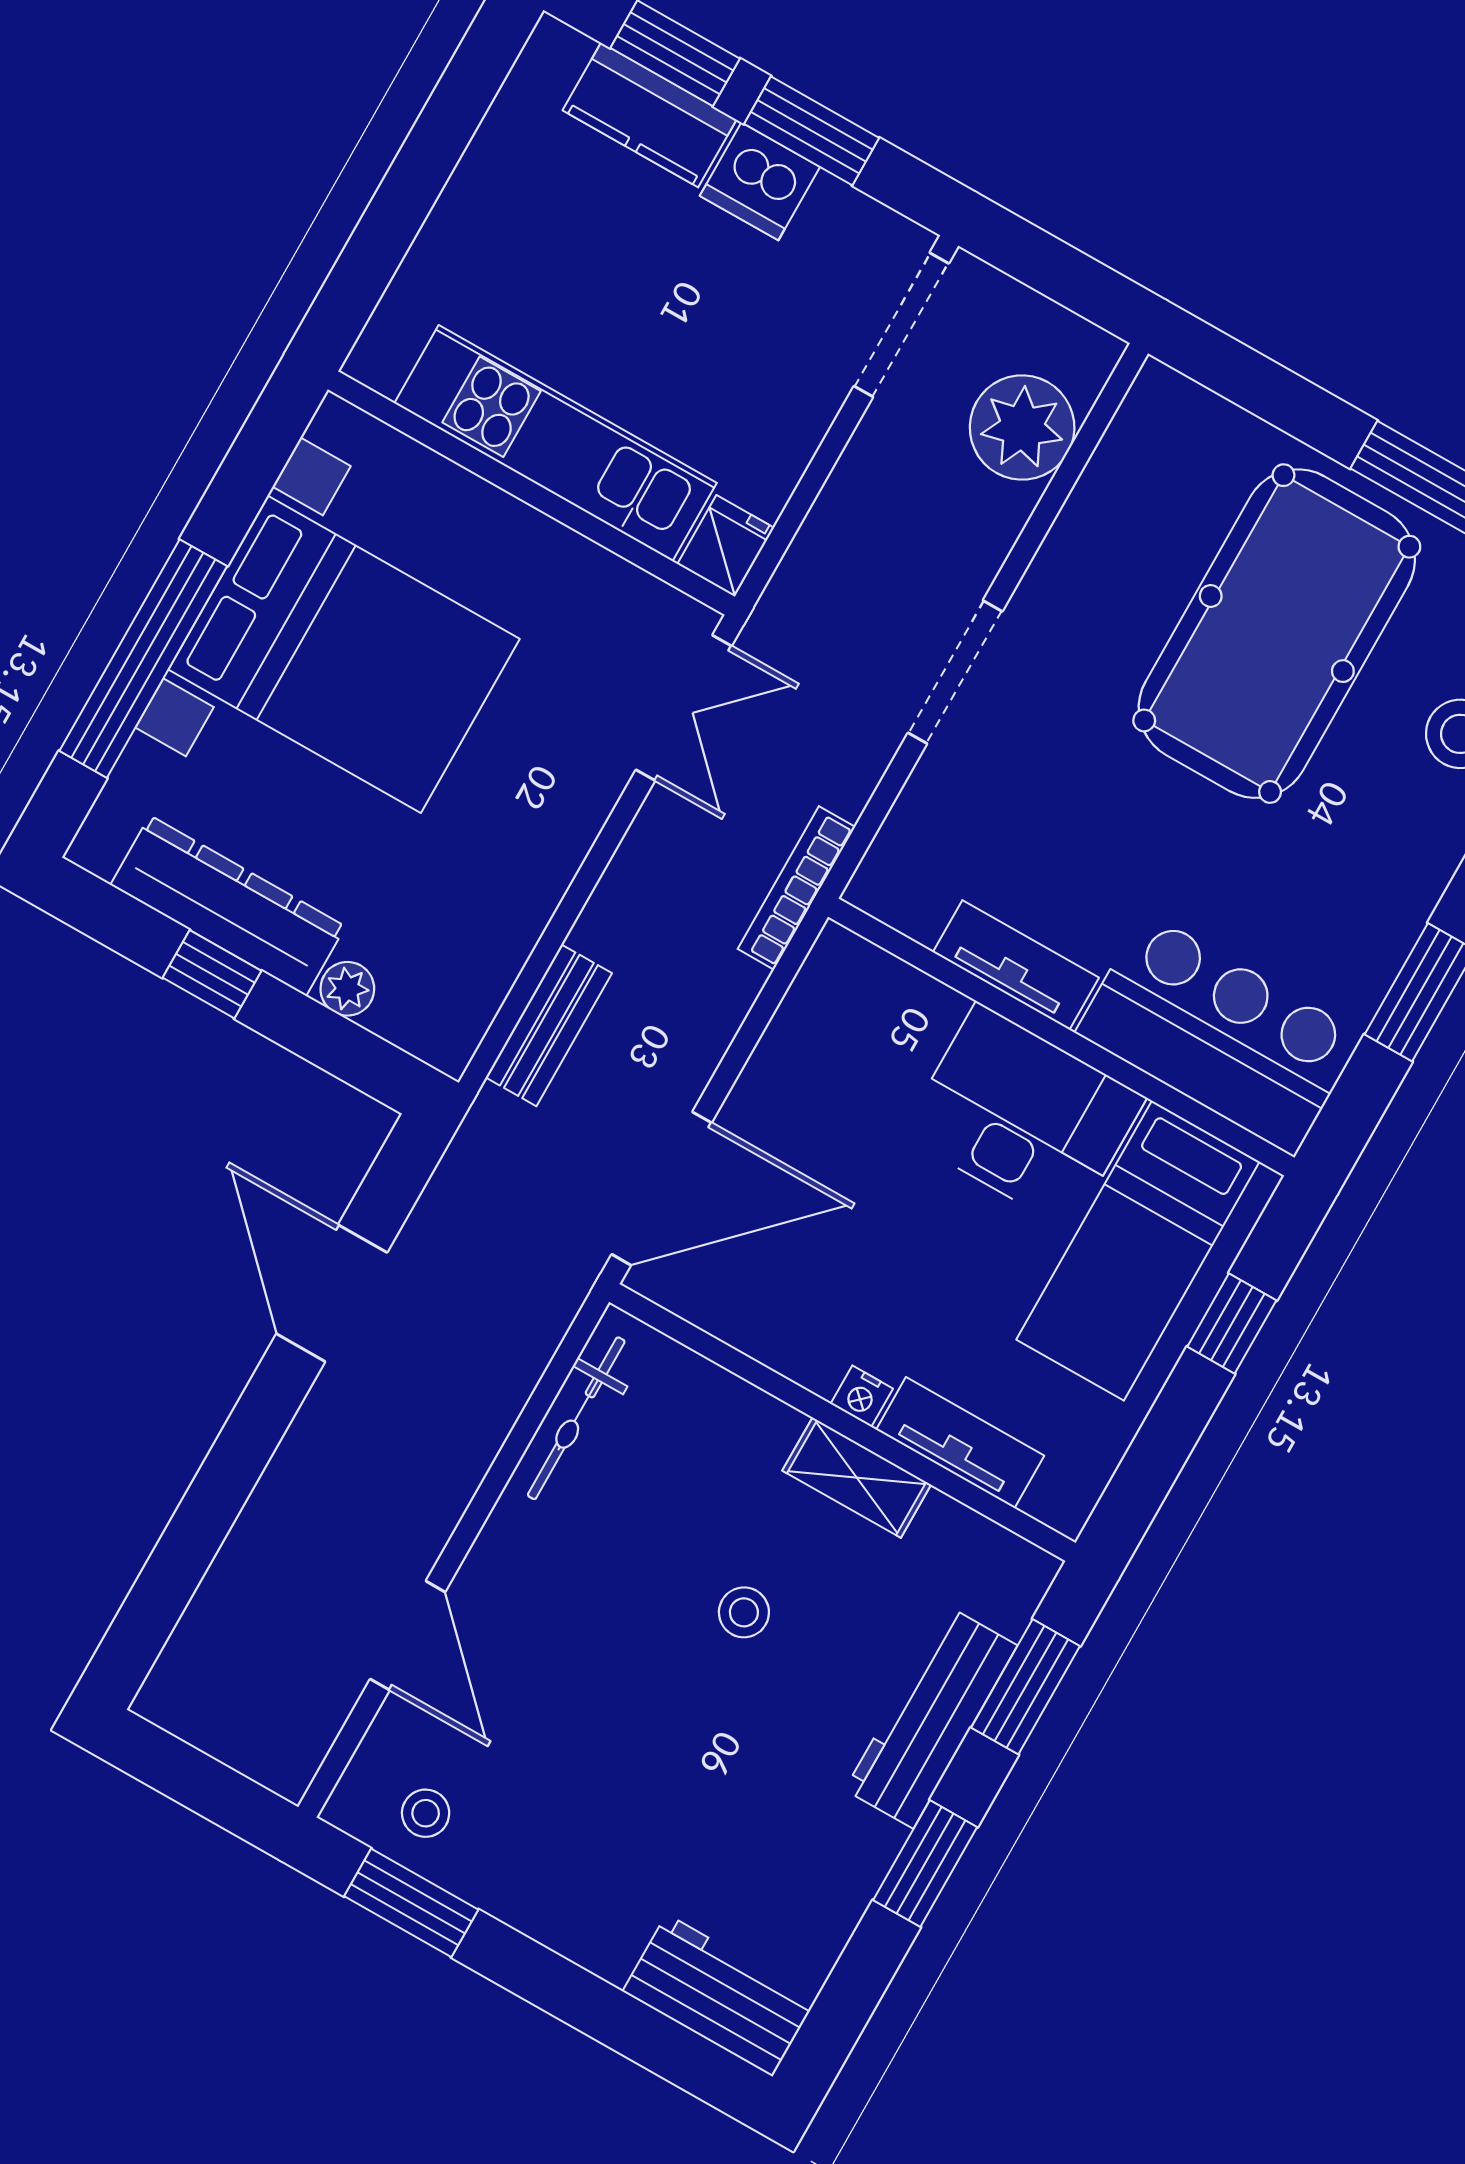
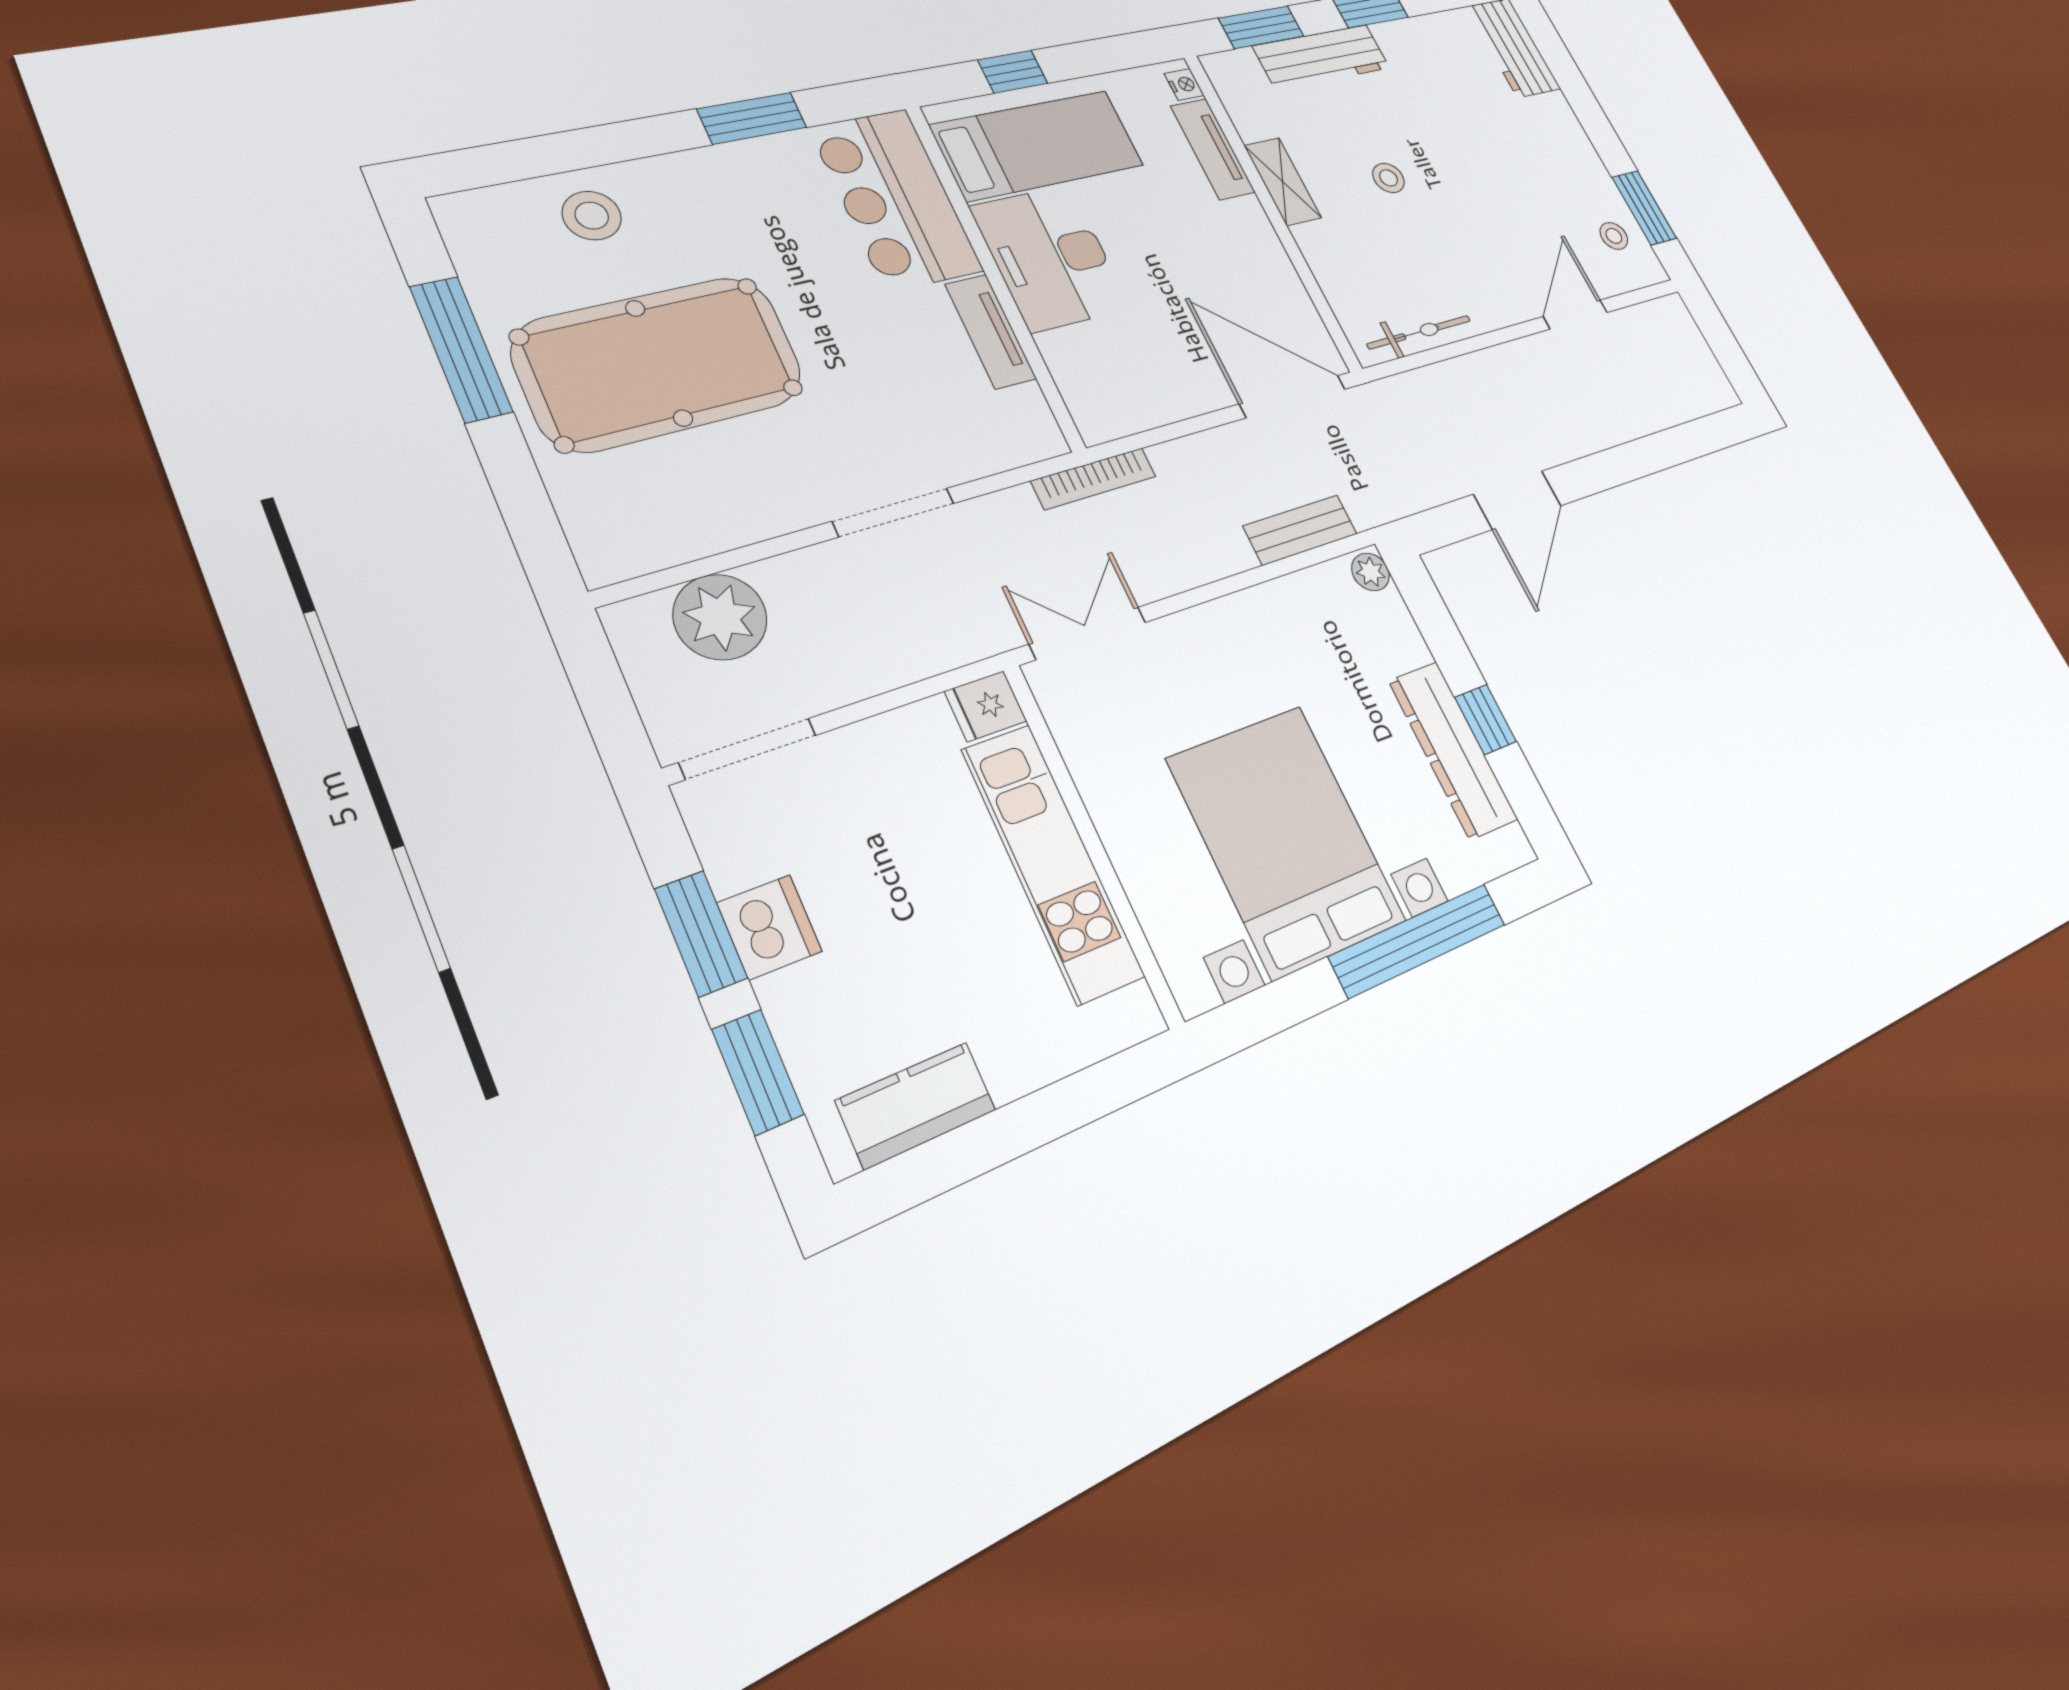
kitchen counter: (650, 115) -> (916, 1105), moved, turned -90
plant: (347, 989) -> (1370, 572), moved
nightstand: (862, 1396) -> (1184, 84), moved

